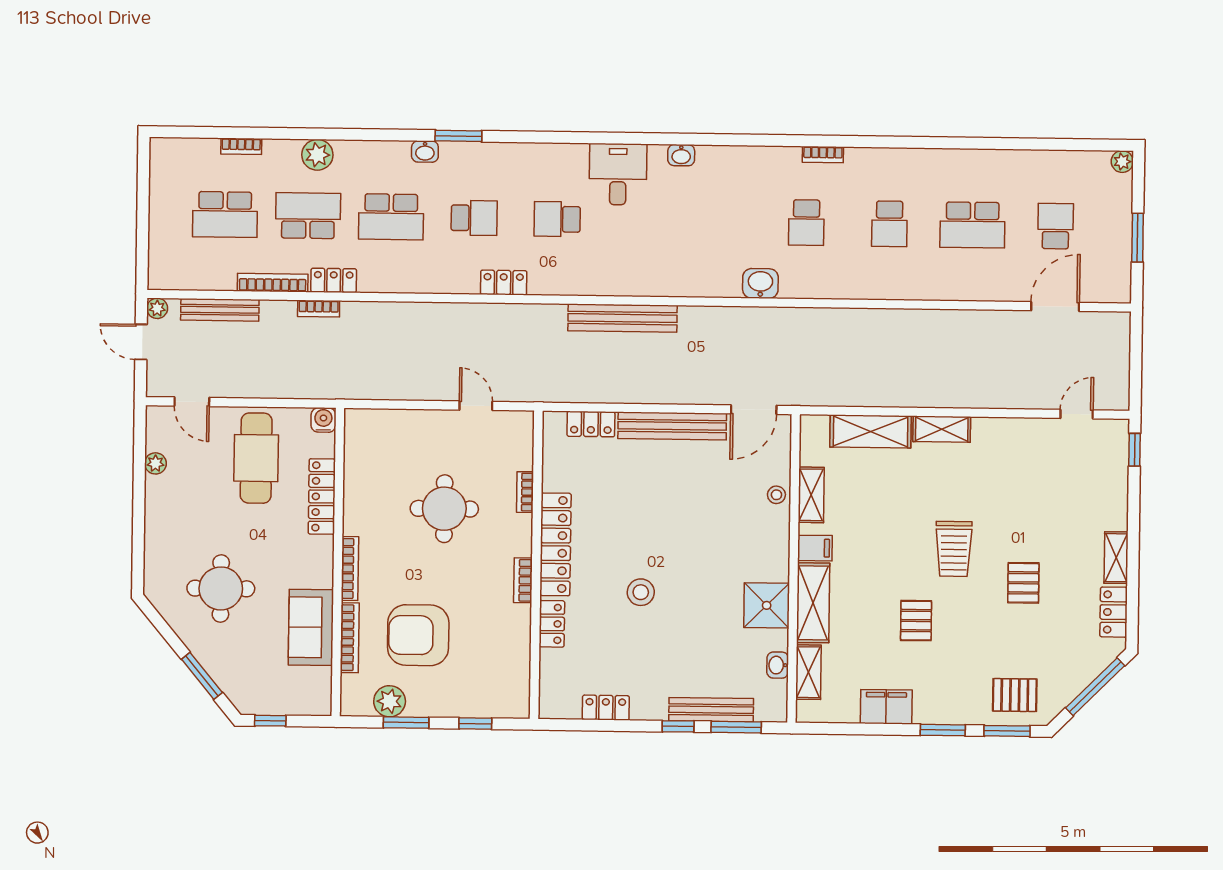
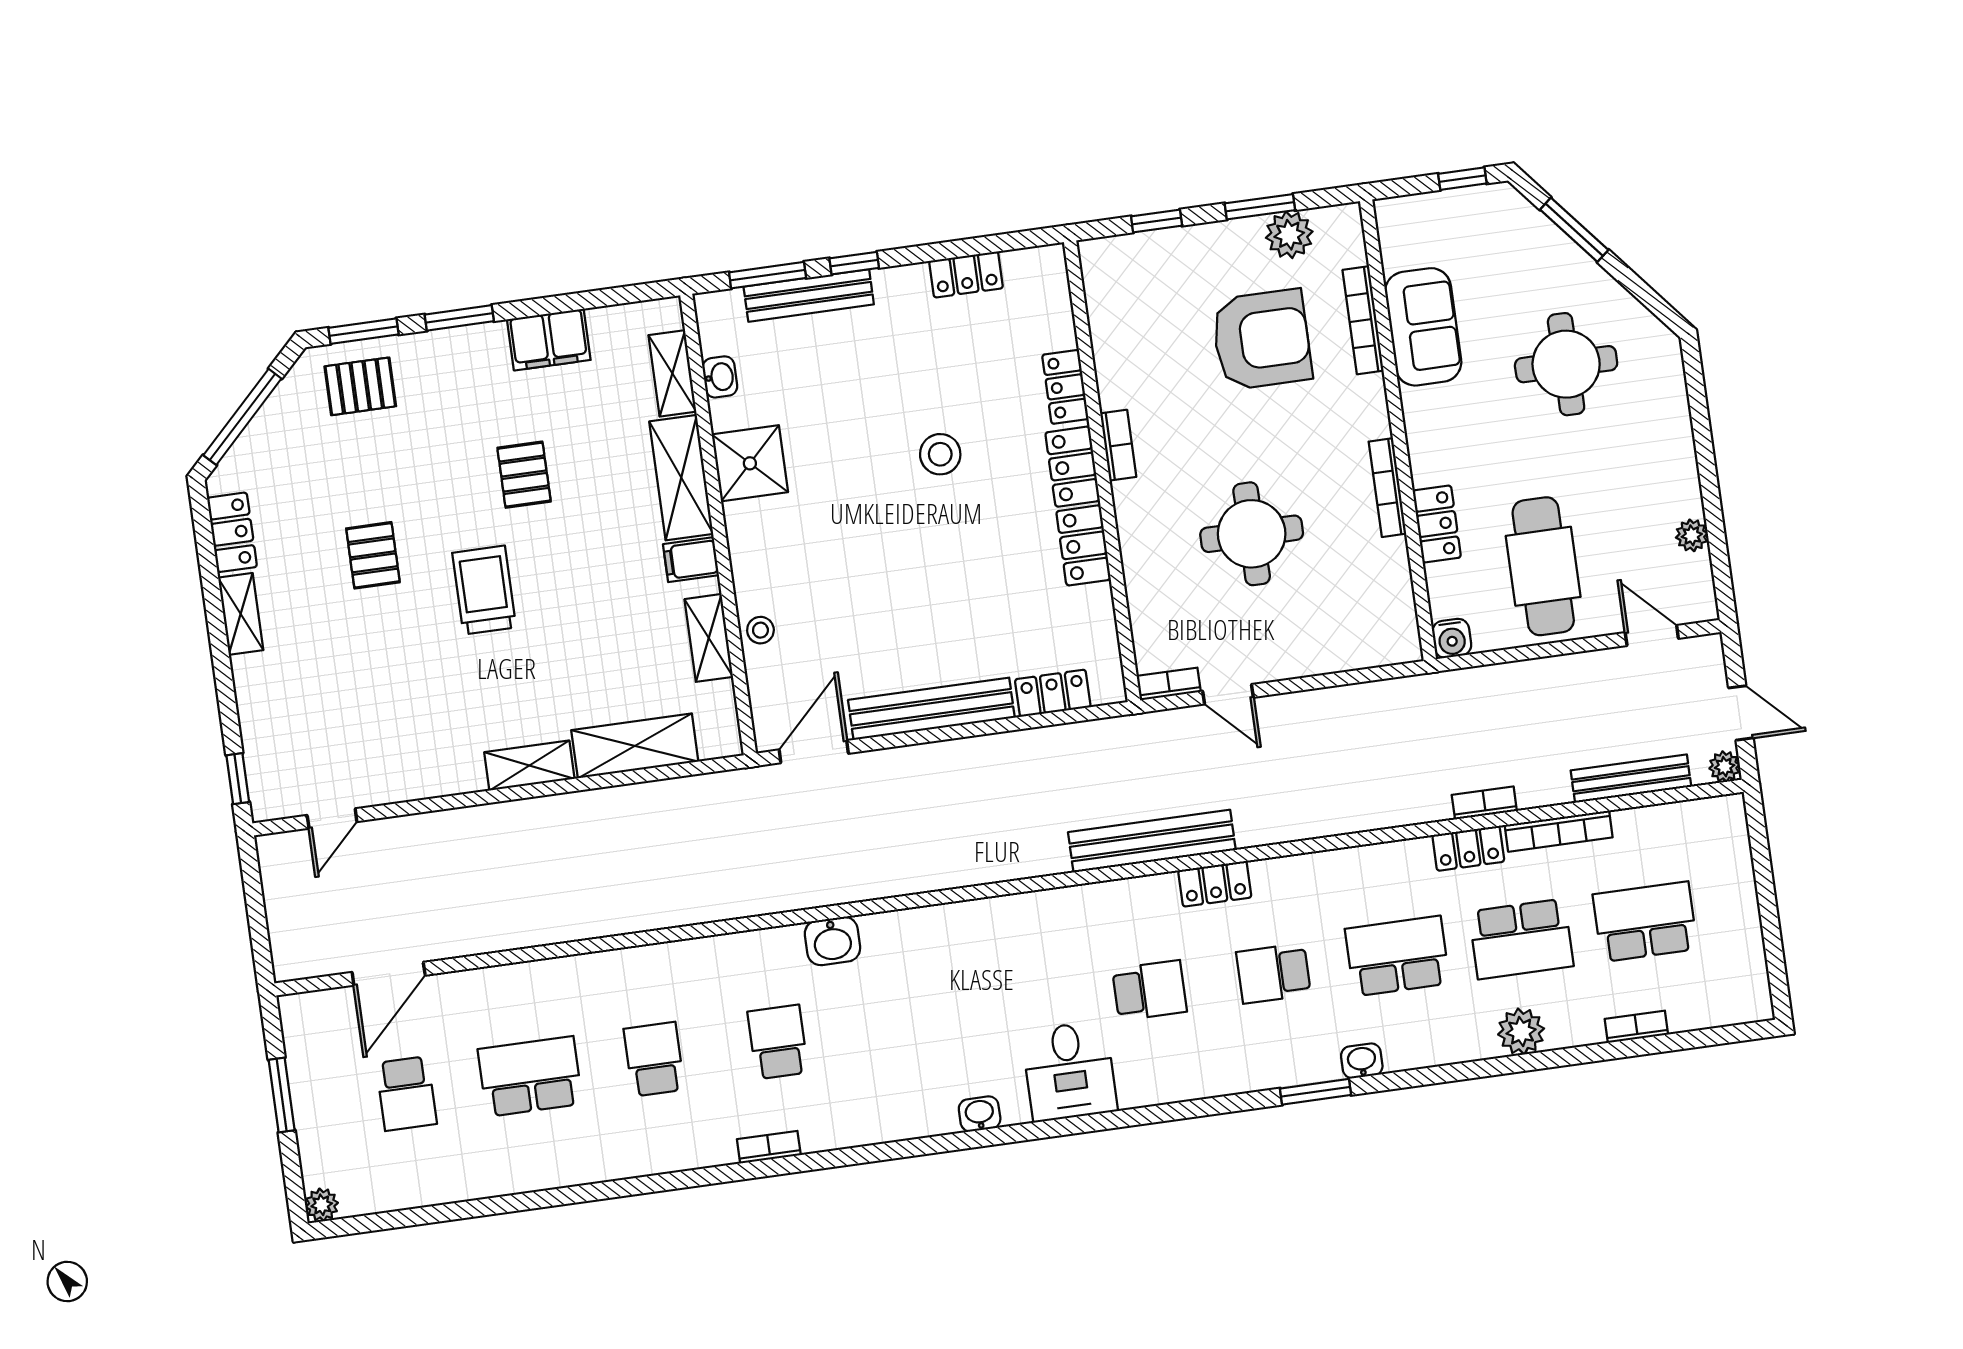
bench: (623, 318) -> (1152, 841), moved
bookcase: (525, 492) -> (1169, 684), moved, turned -90
locker: (322, 496) -> (1437, 524), width x0.66
bookcase: (350, 569) -> (1387, 488), moved

